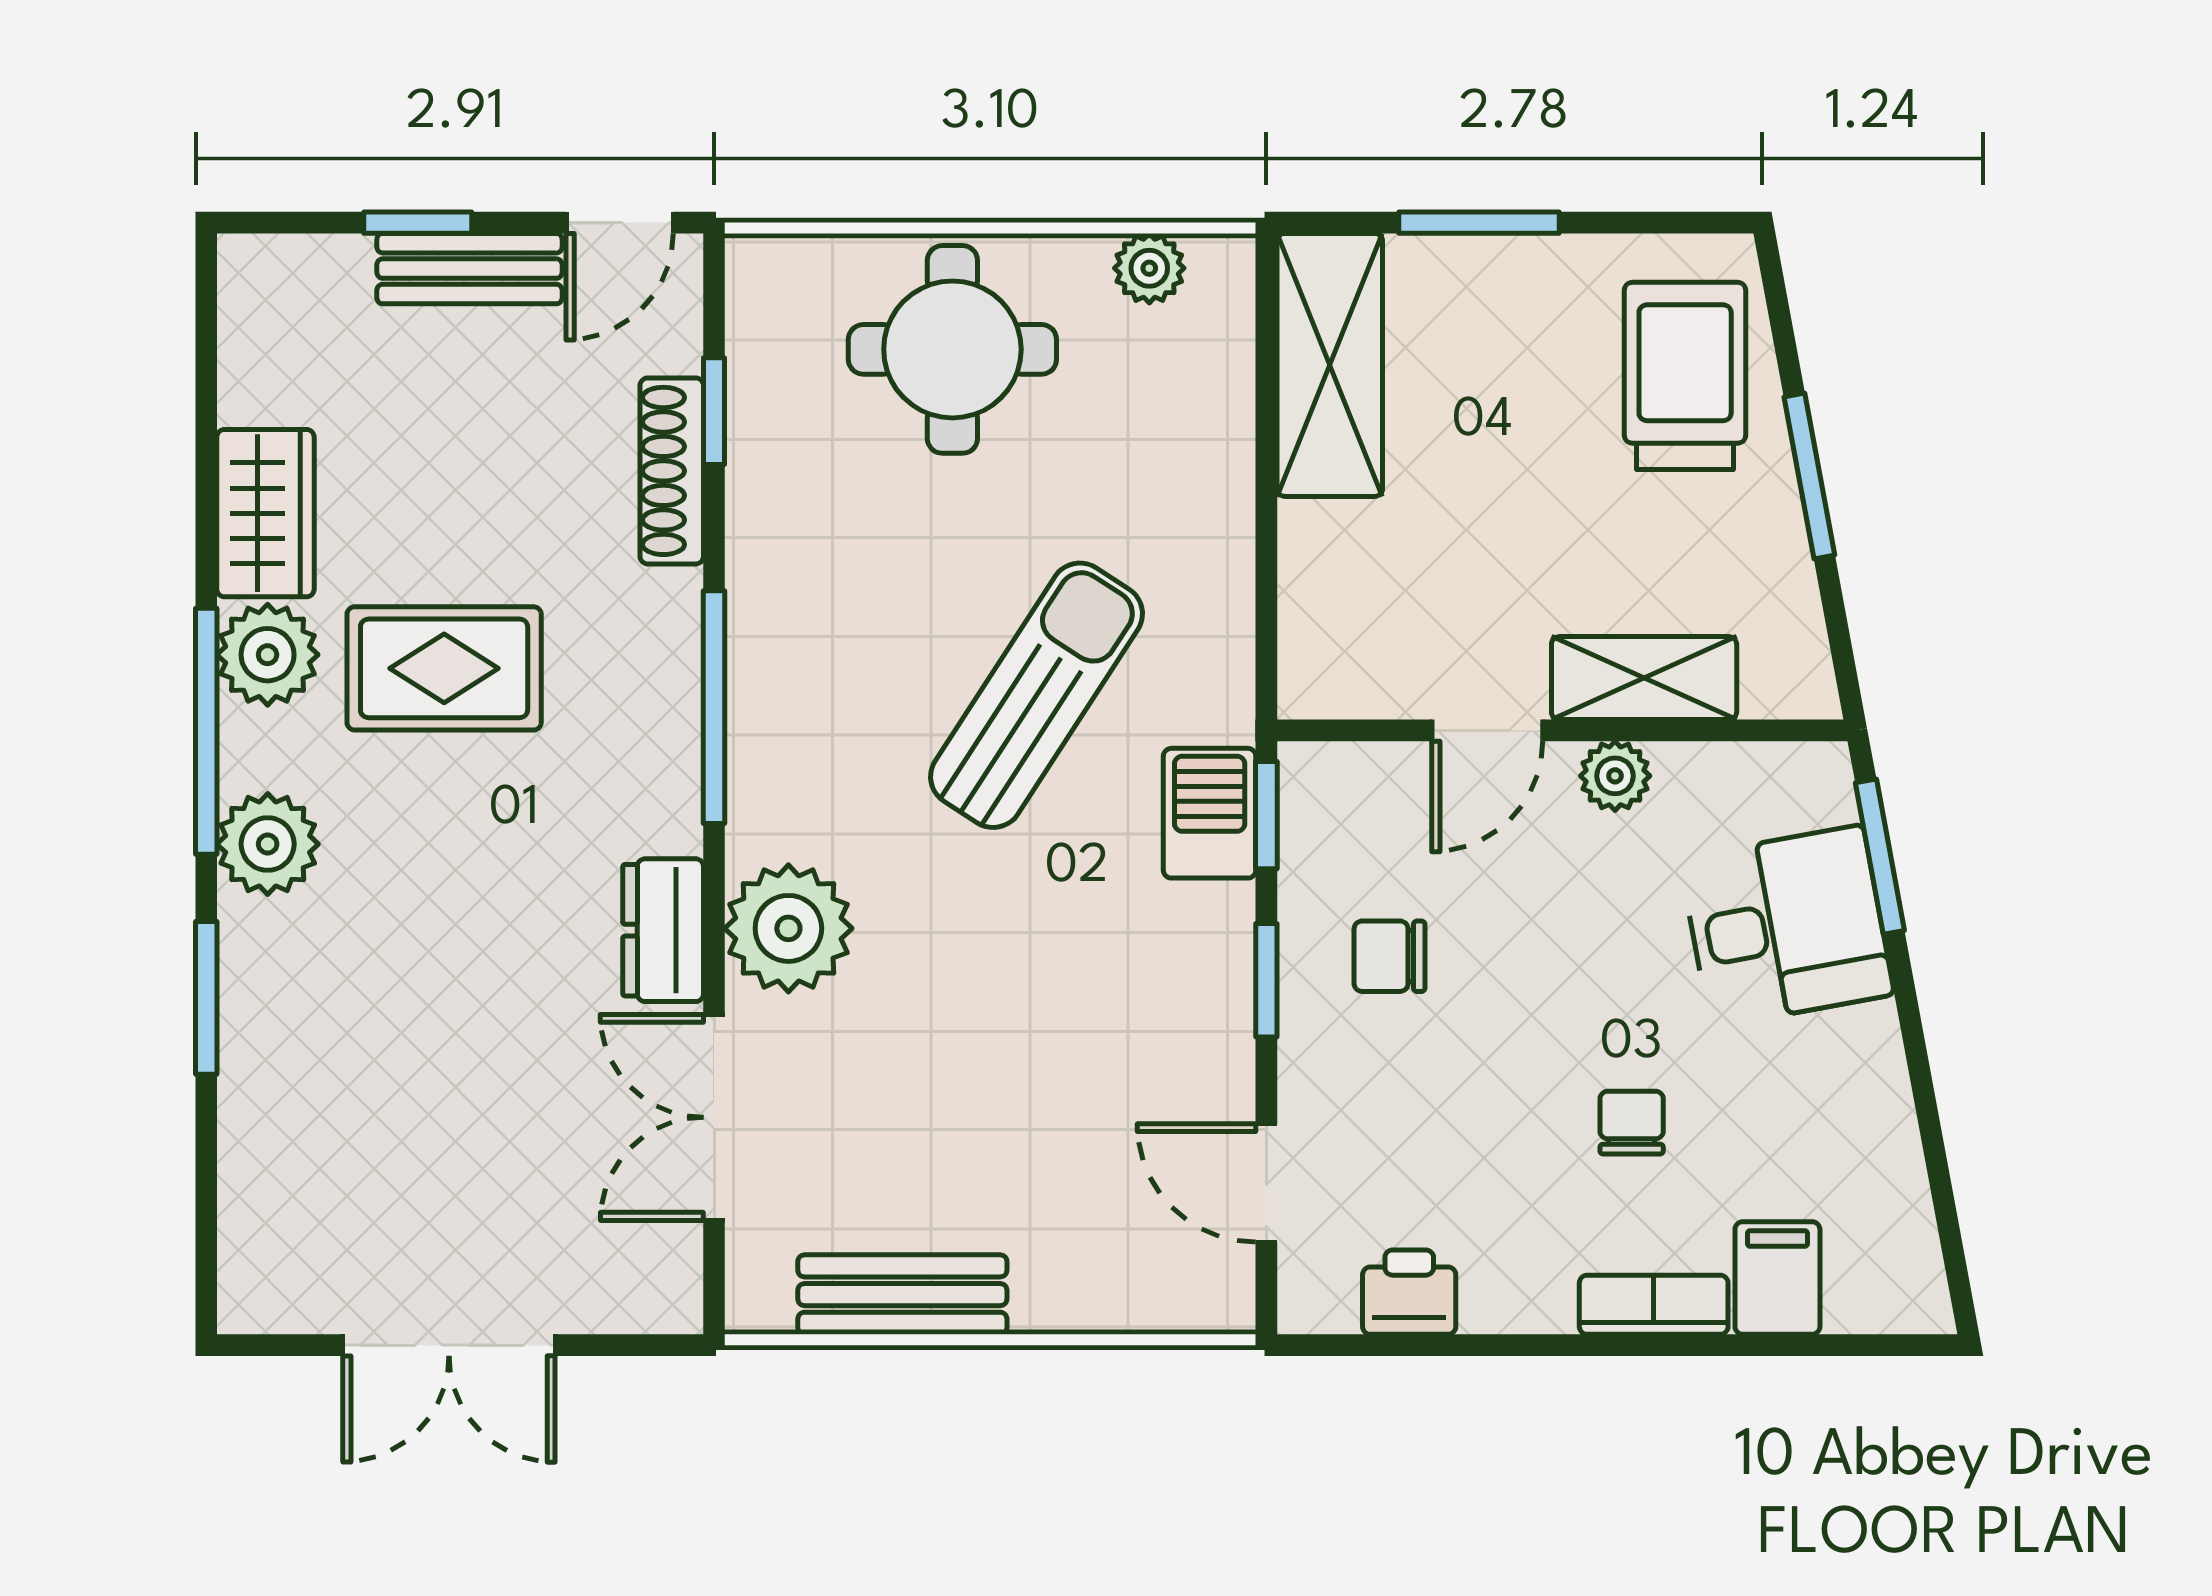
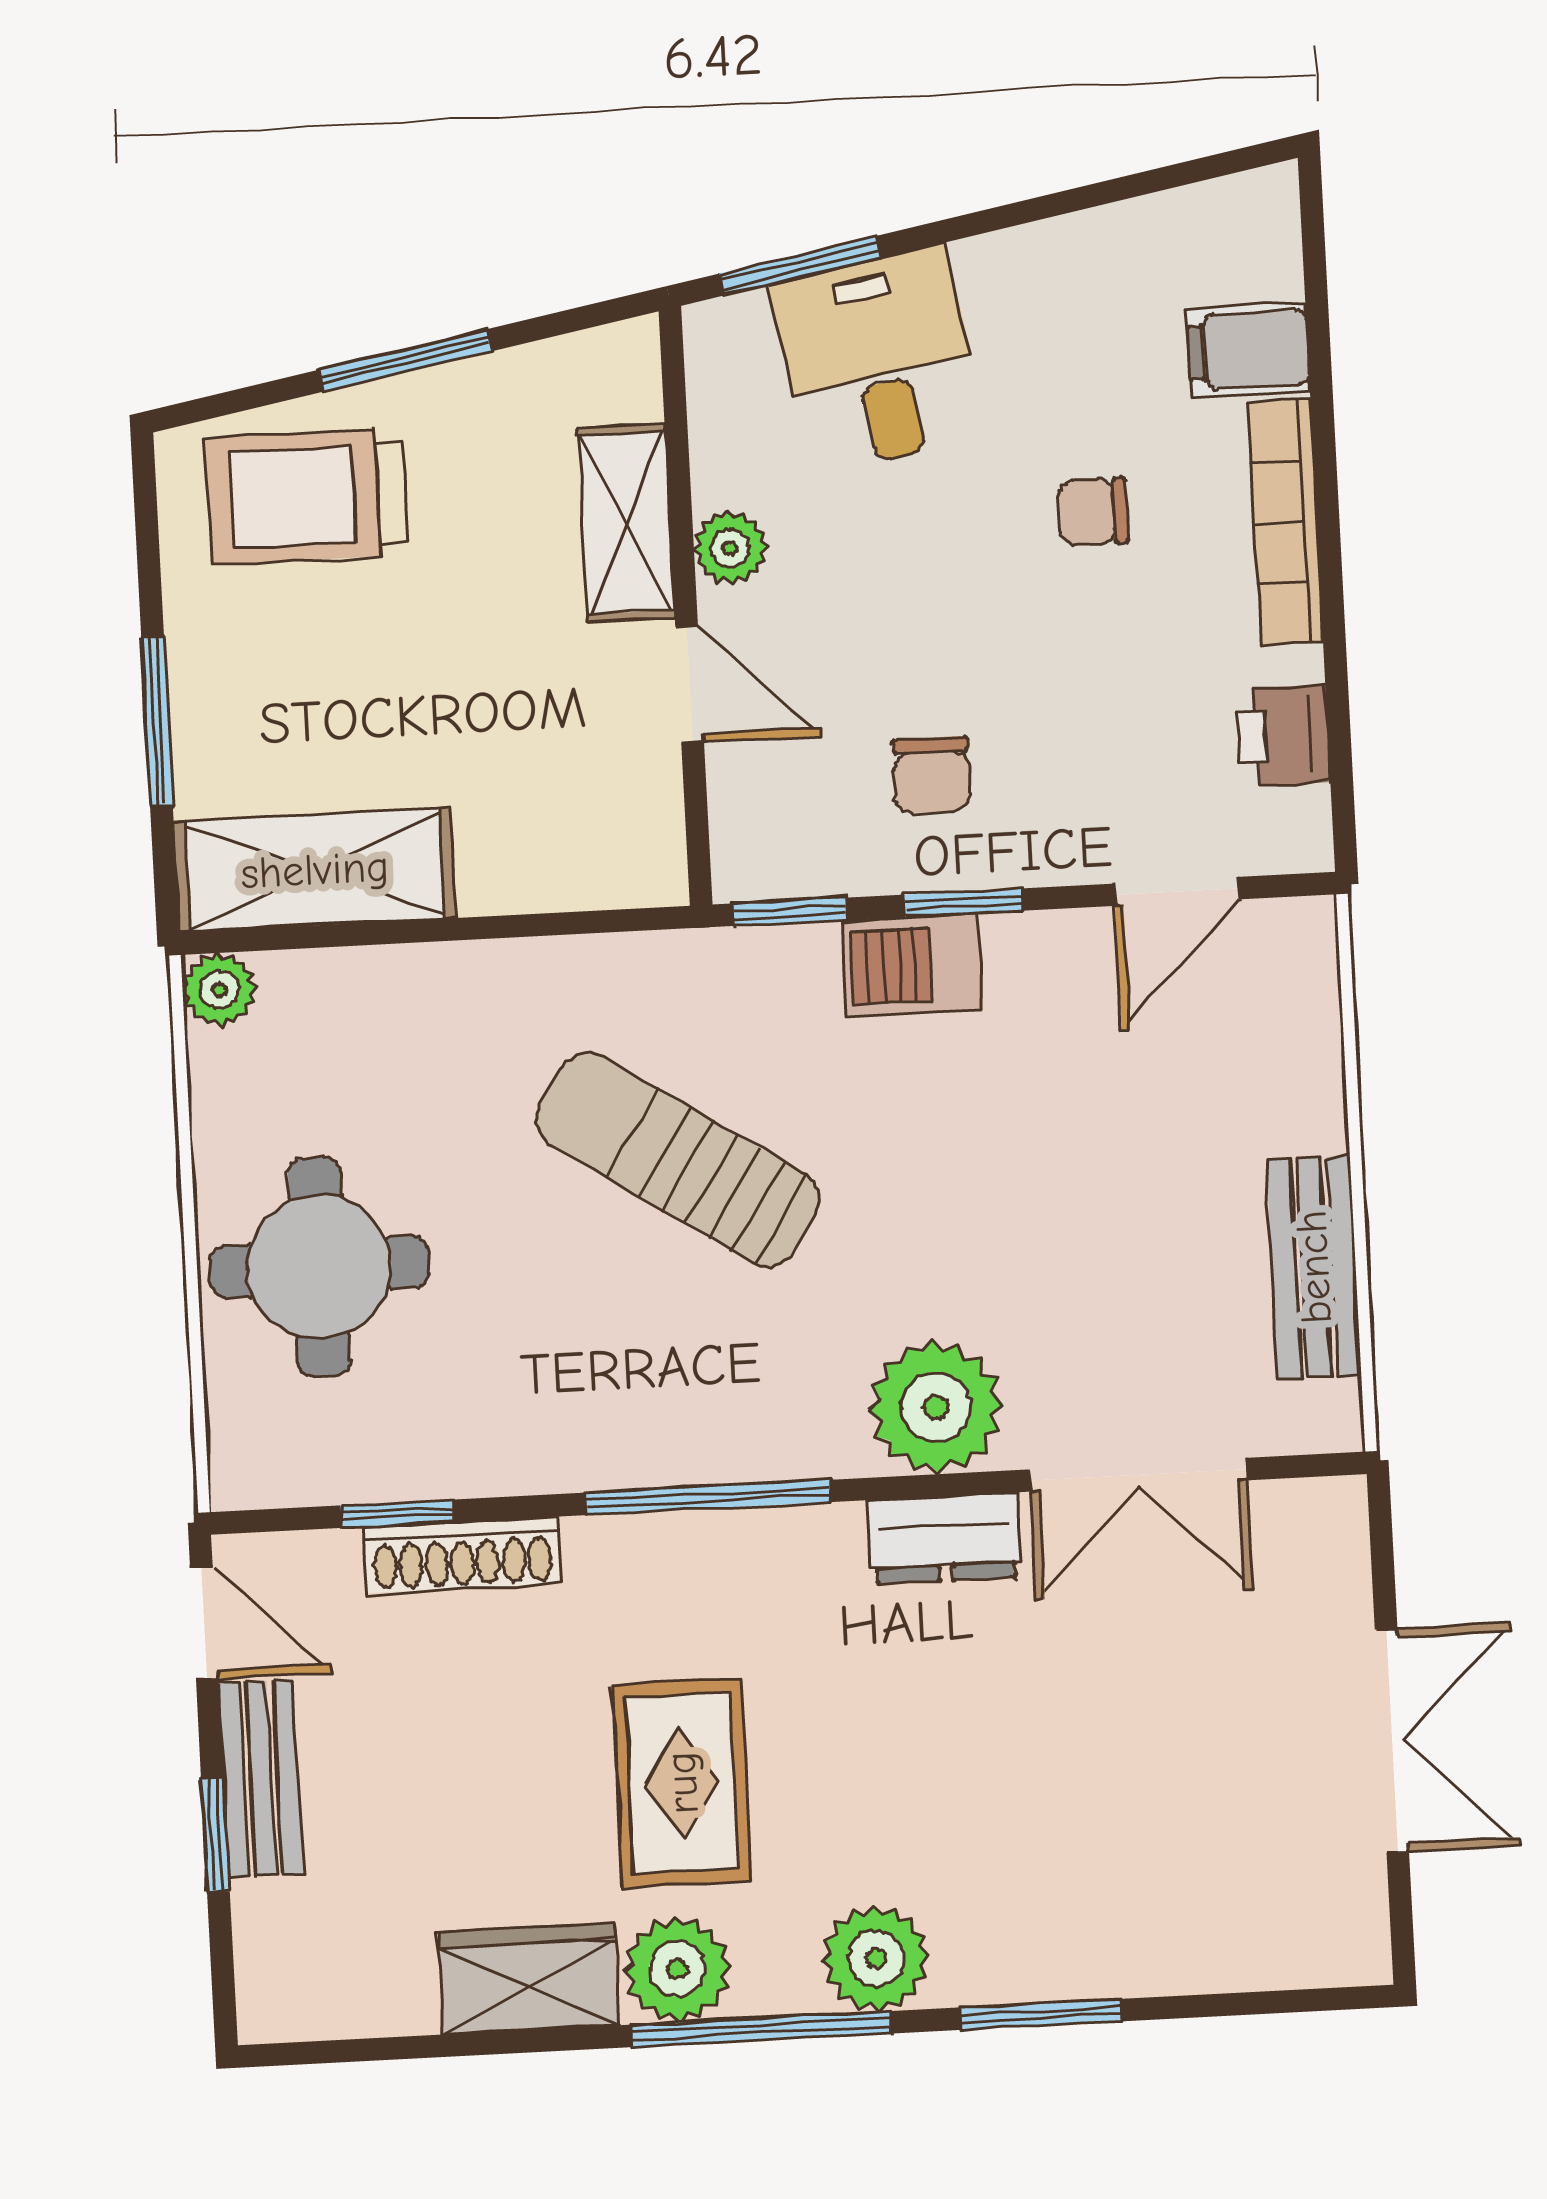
plant: (1149, 268) -> (219, 990), moved
barbecue: (1210, 813) -> (912, 965), moved
bookcase: (1654, 1305) -> (1286, 522), width x1.56

